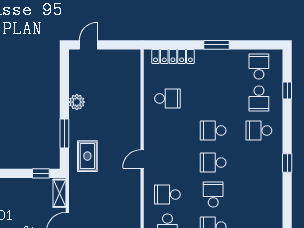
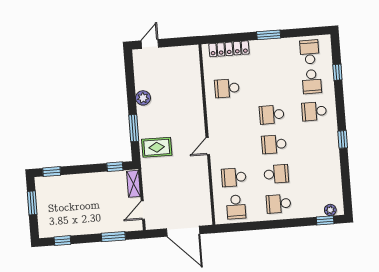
school desk: (167, 99) -> (227, 88), turned 180
rug: (87, 156) -> (157, 147), turned 90
school desk: (213, 195) -> (276, 174), turned 90

